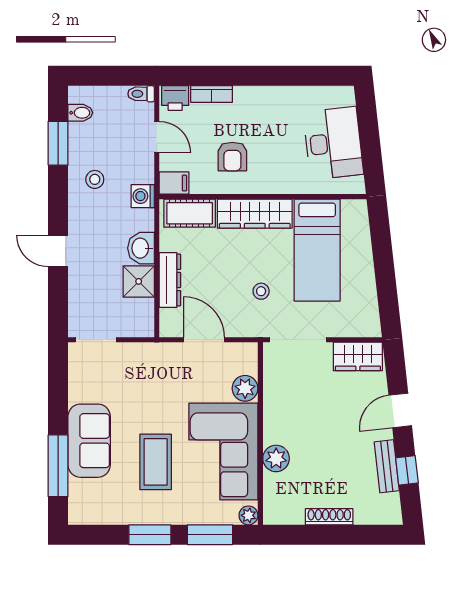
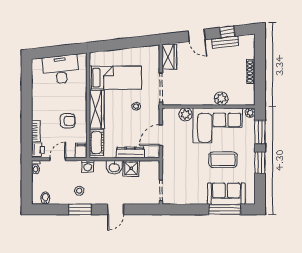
window: (58, 143) -> (80, 209), moved
sofa: (89, 441) -> (226, 194), moved

